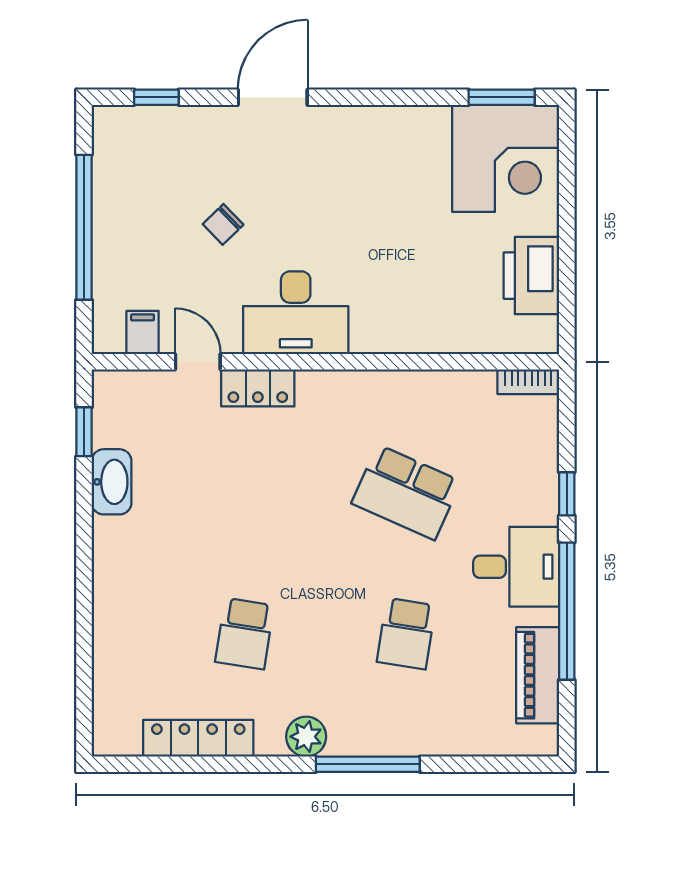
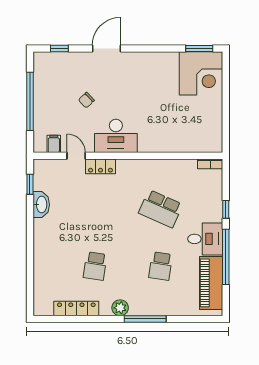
printer: (531, 276) -> (211, 121), removed
piano: (538, 675) -> (211, 283), width x1.37, depth x1.33

